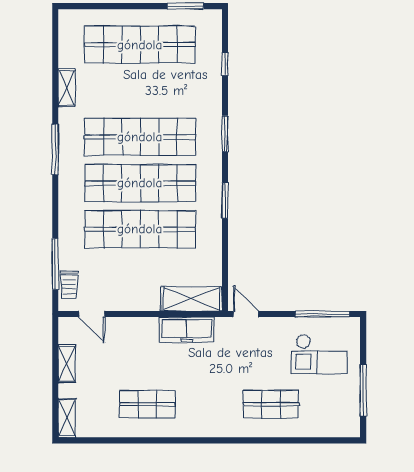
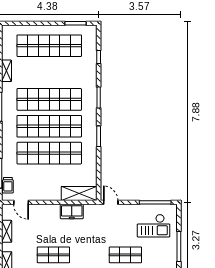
freezer: (187, 330) -> (72, 211), width x0.71

